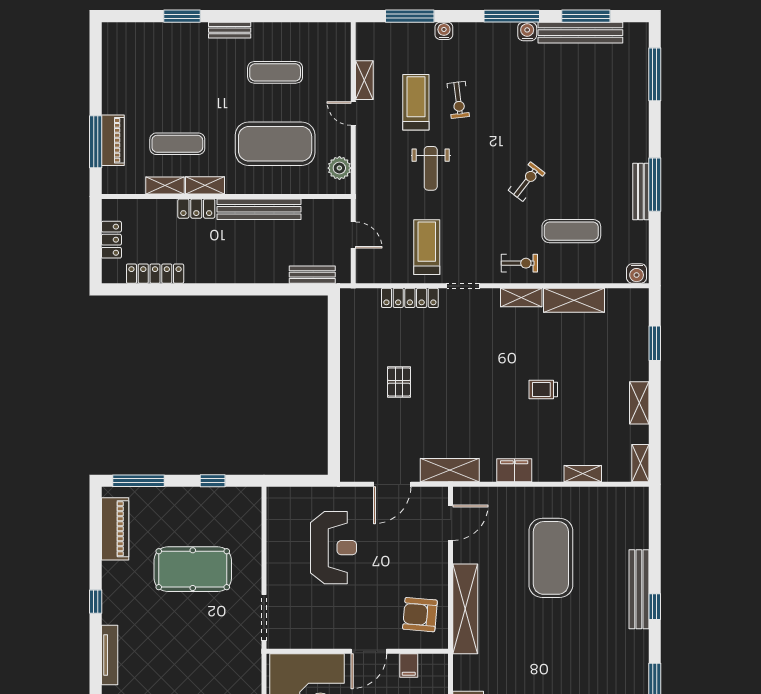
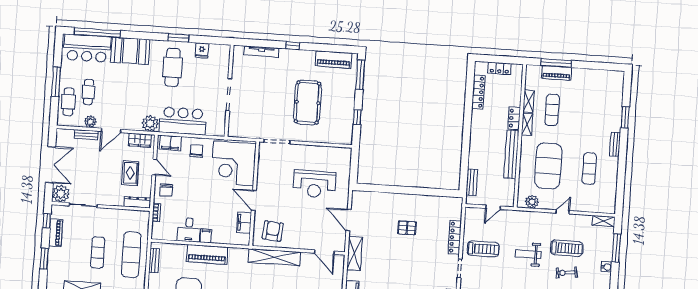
shelving: (364, 80) -> (603, 221), moved
filing cabinet: (409, 665) -> (244, 223), width x2.00

